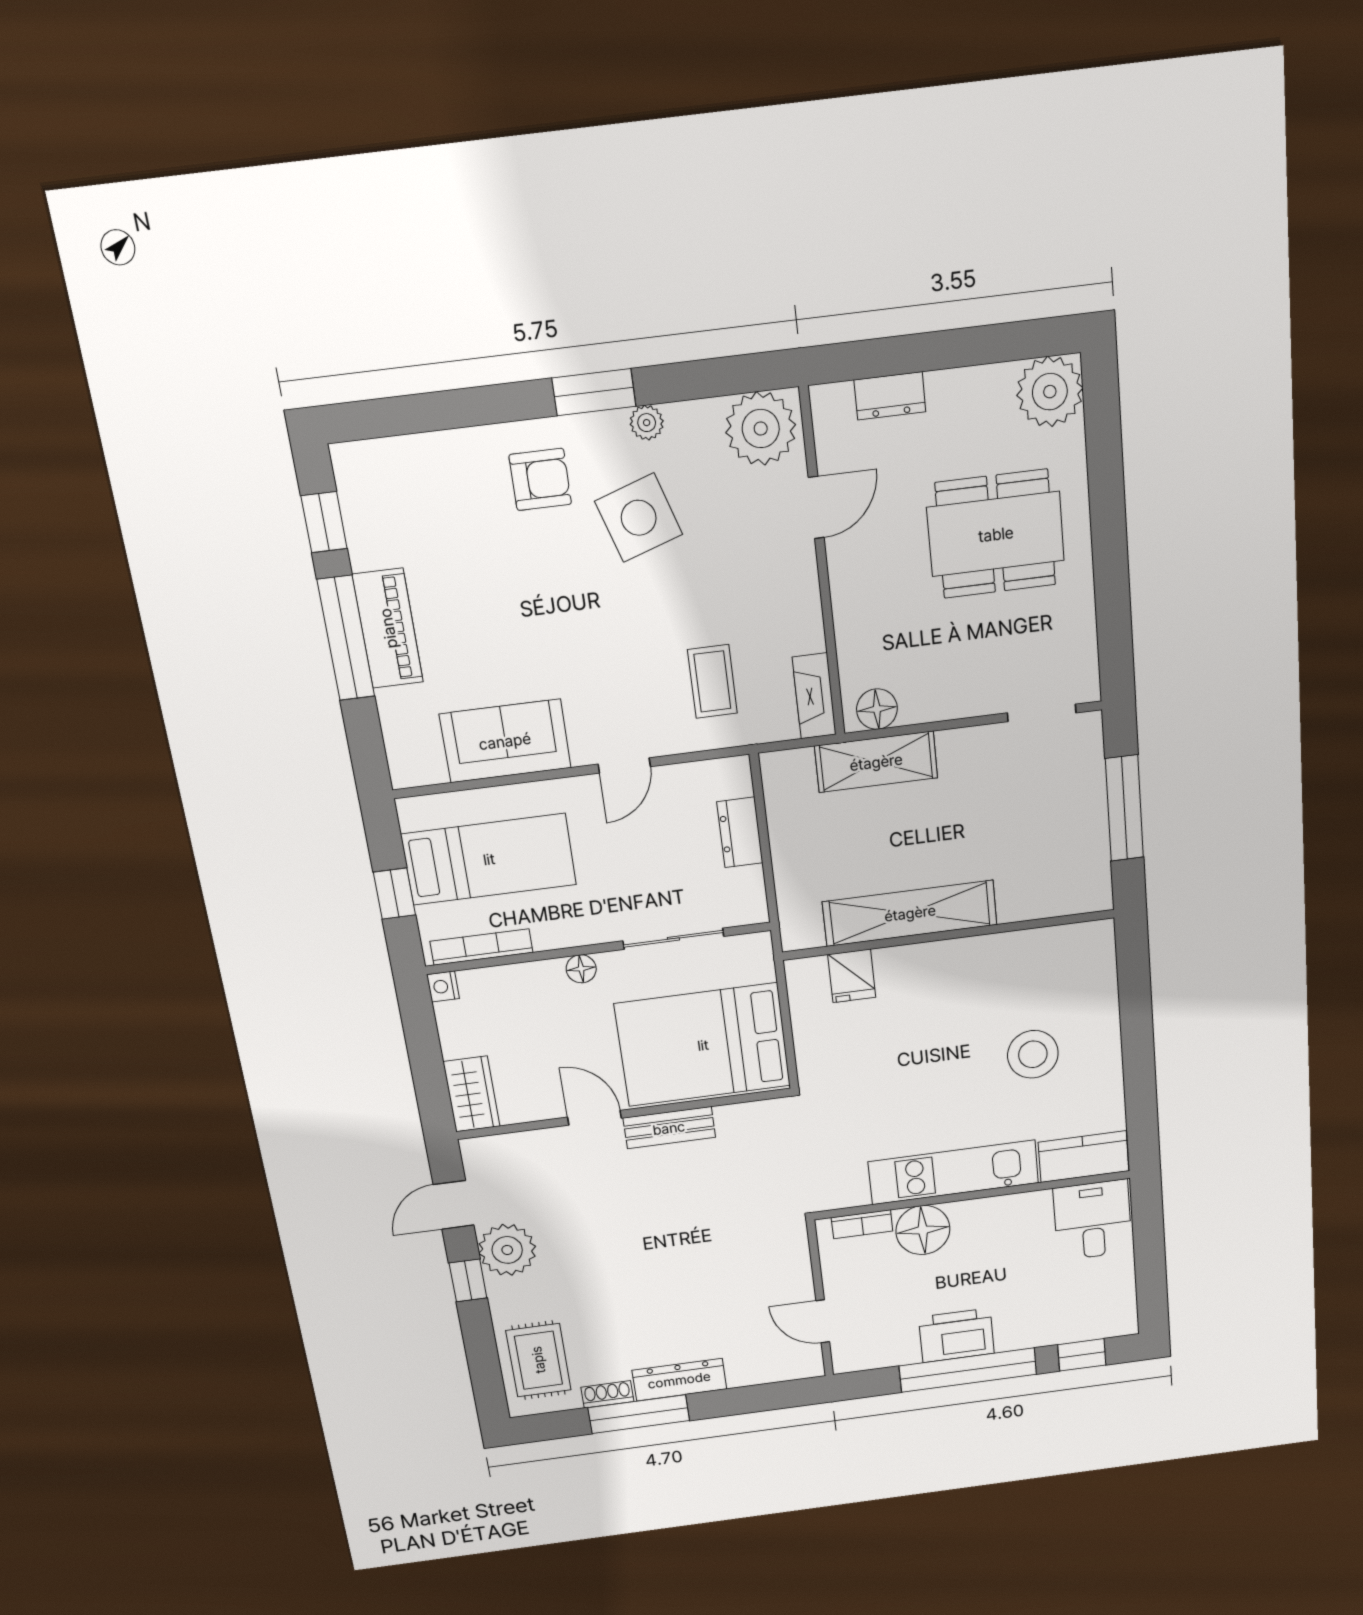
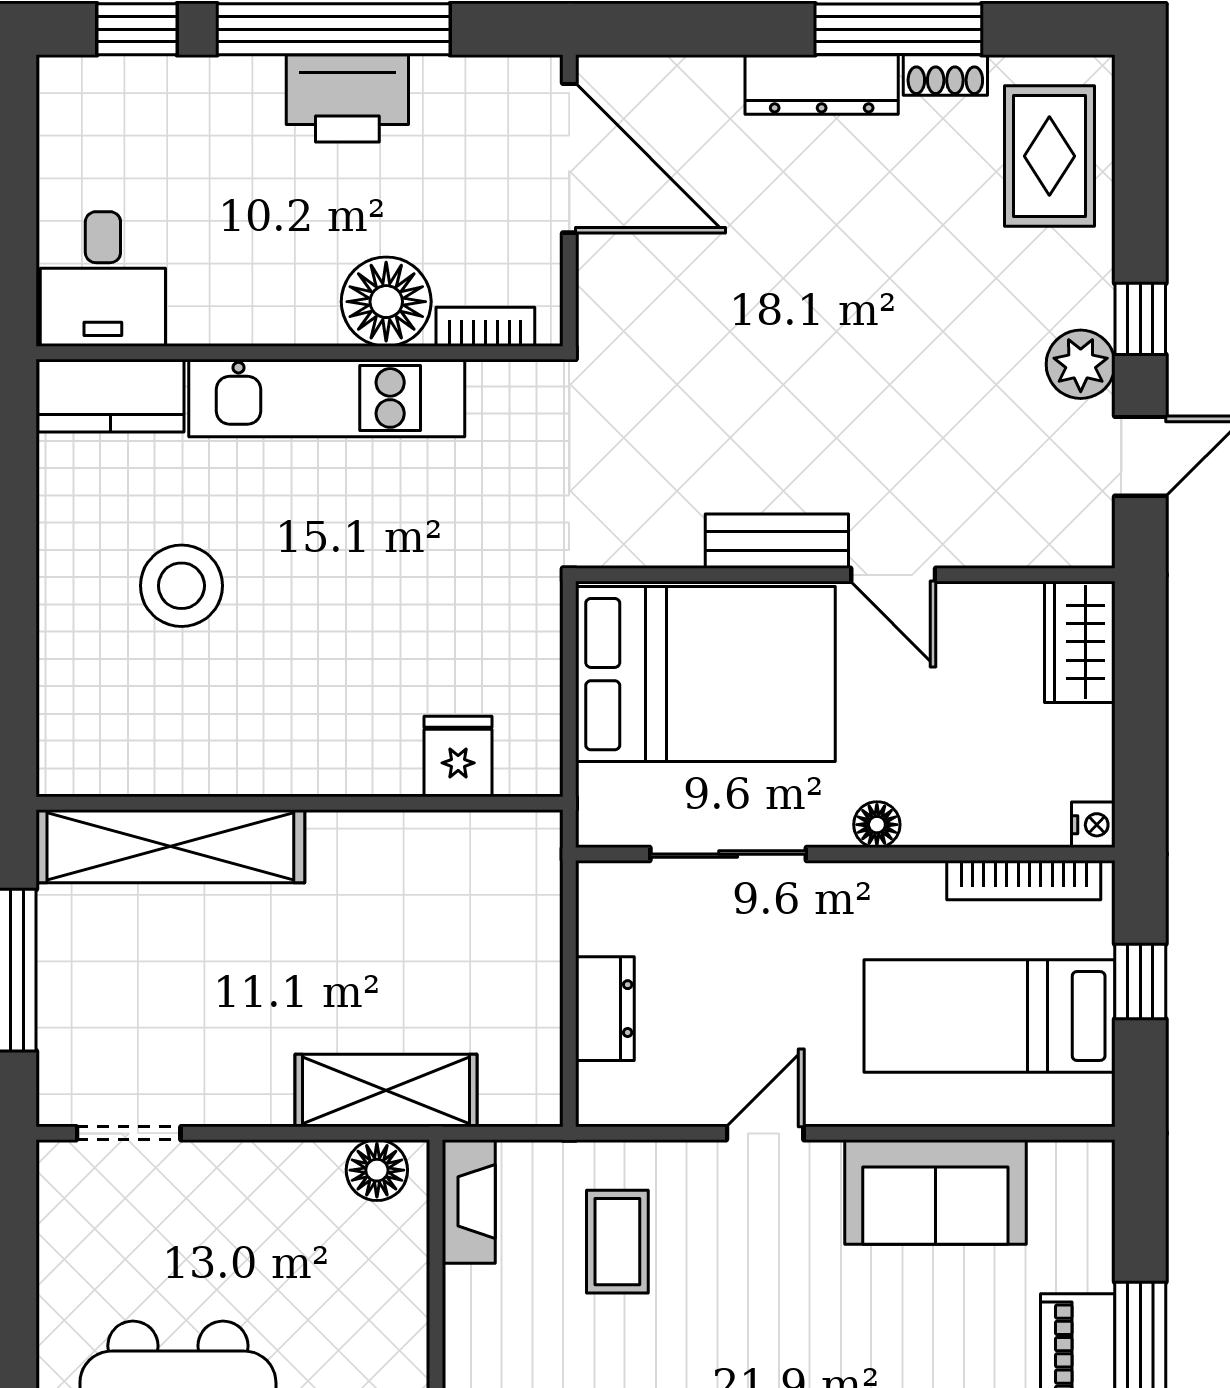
shelving: (910, 913) -> (170, 846), moved
plant: (507, 1250) -> (1081, 364), width x0.73, depth x0.73
door: (823, 1321) -> (569, 158), width x1.88

